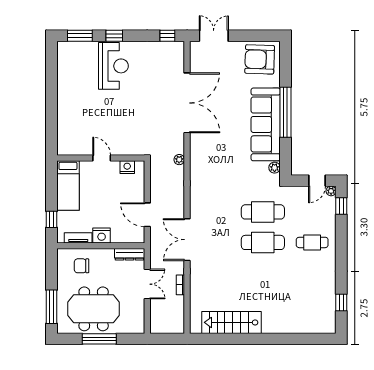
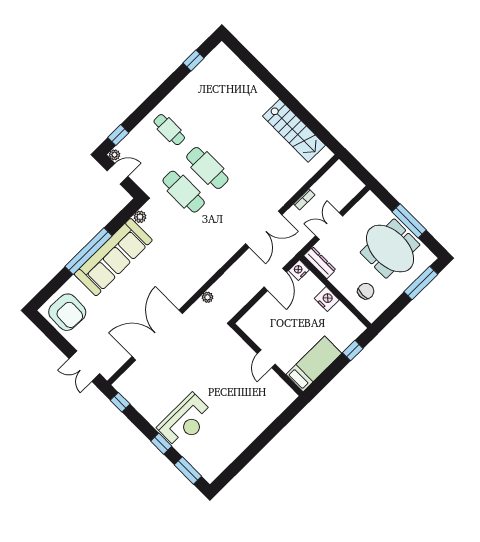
reception desk: (113, 66) -> (186, 421), turned 180
nightstand: (127, 167) -> (299, 270), moved, turned 90
tv unit: (78, 238) -> (347, 315), removed
chair: (82, 266) -> (366, 291), turned -90

